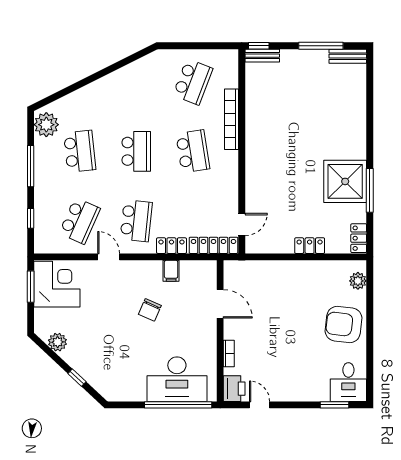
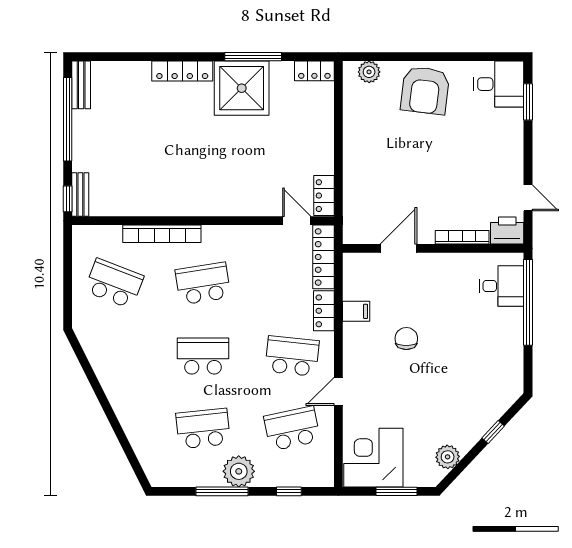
window: (321, 46) -> (68, 119), width x1.46
plant: (46, 125) -> (239, 471), moved
locker: (359, 135) -> (182, 71), added
school desk: (80, 221) -> (292, 429), turned -36
locker: (310, 246) -> (324, 196), moved
window: (31, 287) -> (397, 491), moved
chair: (150, 310) -> (406, 339), turned -114
bookcase: (229, 354) -> (462, 237), width x1.56
desk: (177, 379) -> (502, 286), width x0.53, depth x0.77
door: (260, 405) -> (528, 198), swing flipped

